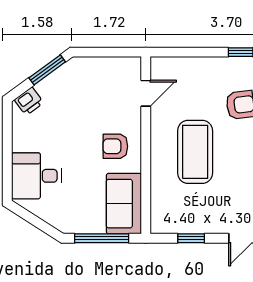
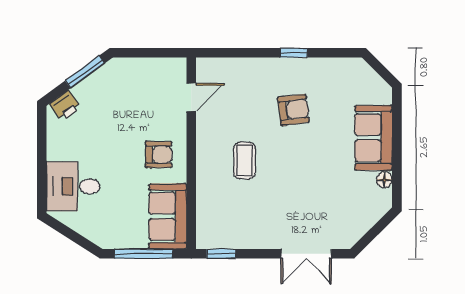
armchair: (115, 146) -> (159, 154), turned 180
coffee table: (195, 152) -> (245, 160), width x0.54, depth x0.58
window: (191, 238) -> (221, 254), moved

